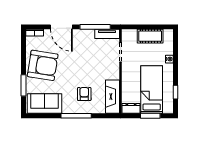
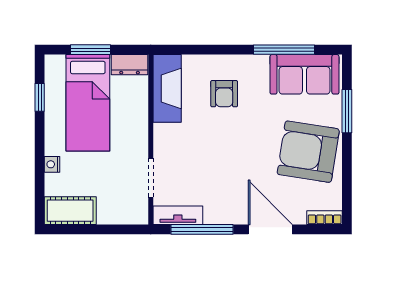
cot: (150, 36) -> (70, 211), moved
window: (76, 116) -> (284, 50), moved

